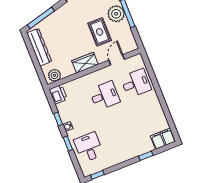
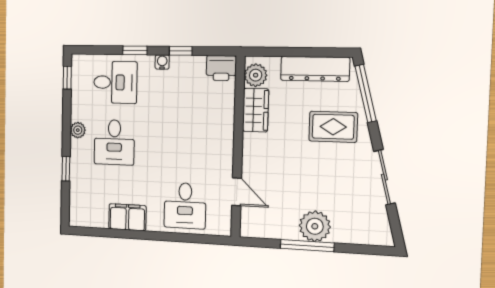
rug: (100, 32) -> (333, 127), moved
wardrobe: (85, 63) -> (256, 110), moved
desk: (105, 96) -> (114, 142), moved
filing cabinet: (163, 139) -> (127, 217), moved, turned -90
plant: (122, 158) -> (78, 130), added

